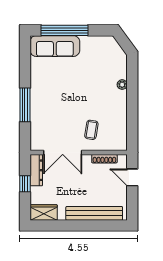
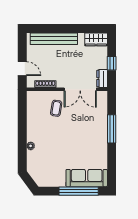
double door: (63, 152) -> (80, 89), swing flipped
dresser: (36, 170) -> (102, 79), width x0.70

